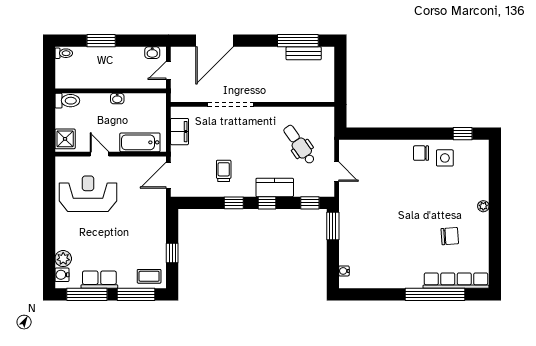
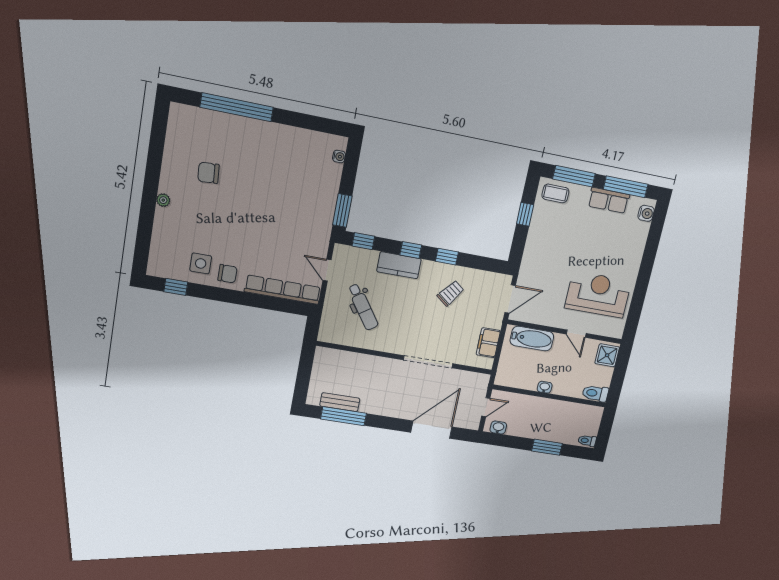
trolley: (224, 171) -> (451, 293), turned -143
reception desk: (88, 194) -> (598, 295), turned 180
plant: (63, 259) -> (640, 231), removed
row of seats: (456, 281) -> (283, 290), moved, turned 180

